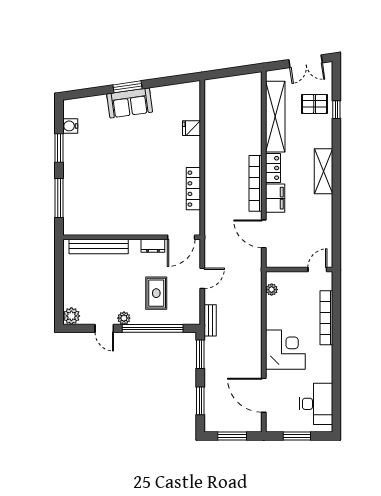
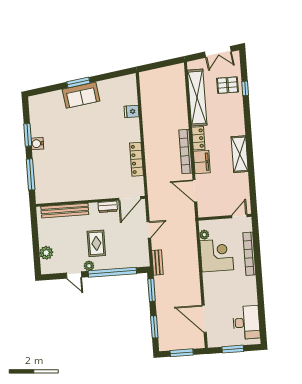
water cooler: (70, 126) -> (37, 144), moved
shelving: (324, 171) -> (240, 154), moved
rug: (156, 293) -> (96, 243), moved
plant: (71, 316) -> (46, 253), moved
corner desk: (285, 350) -> (217, 255), moved

